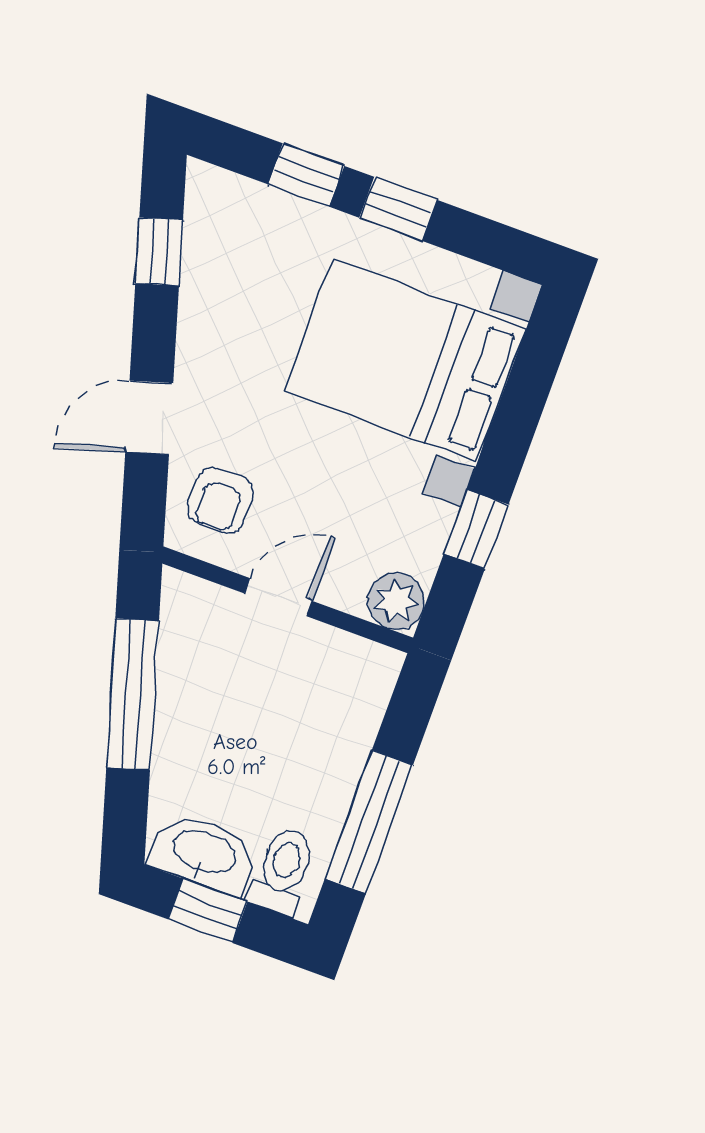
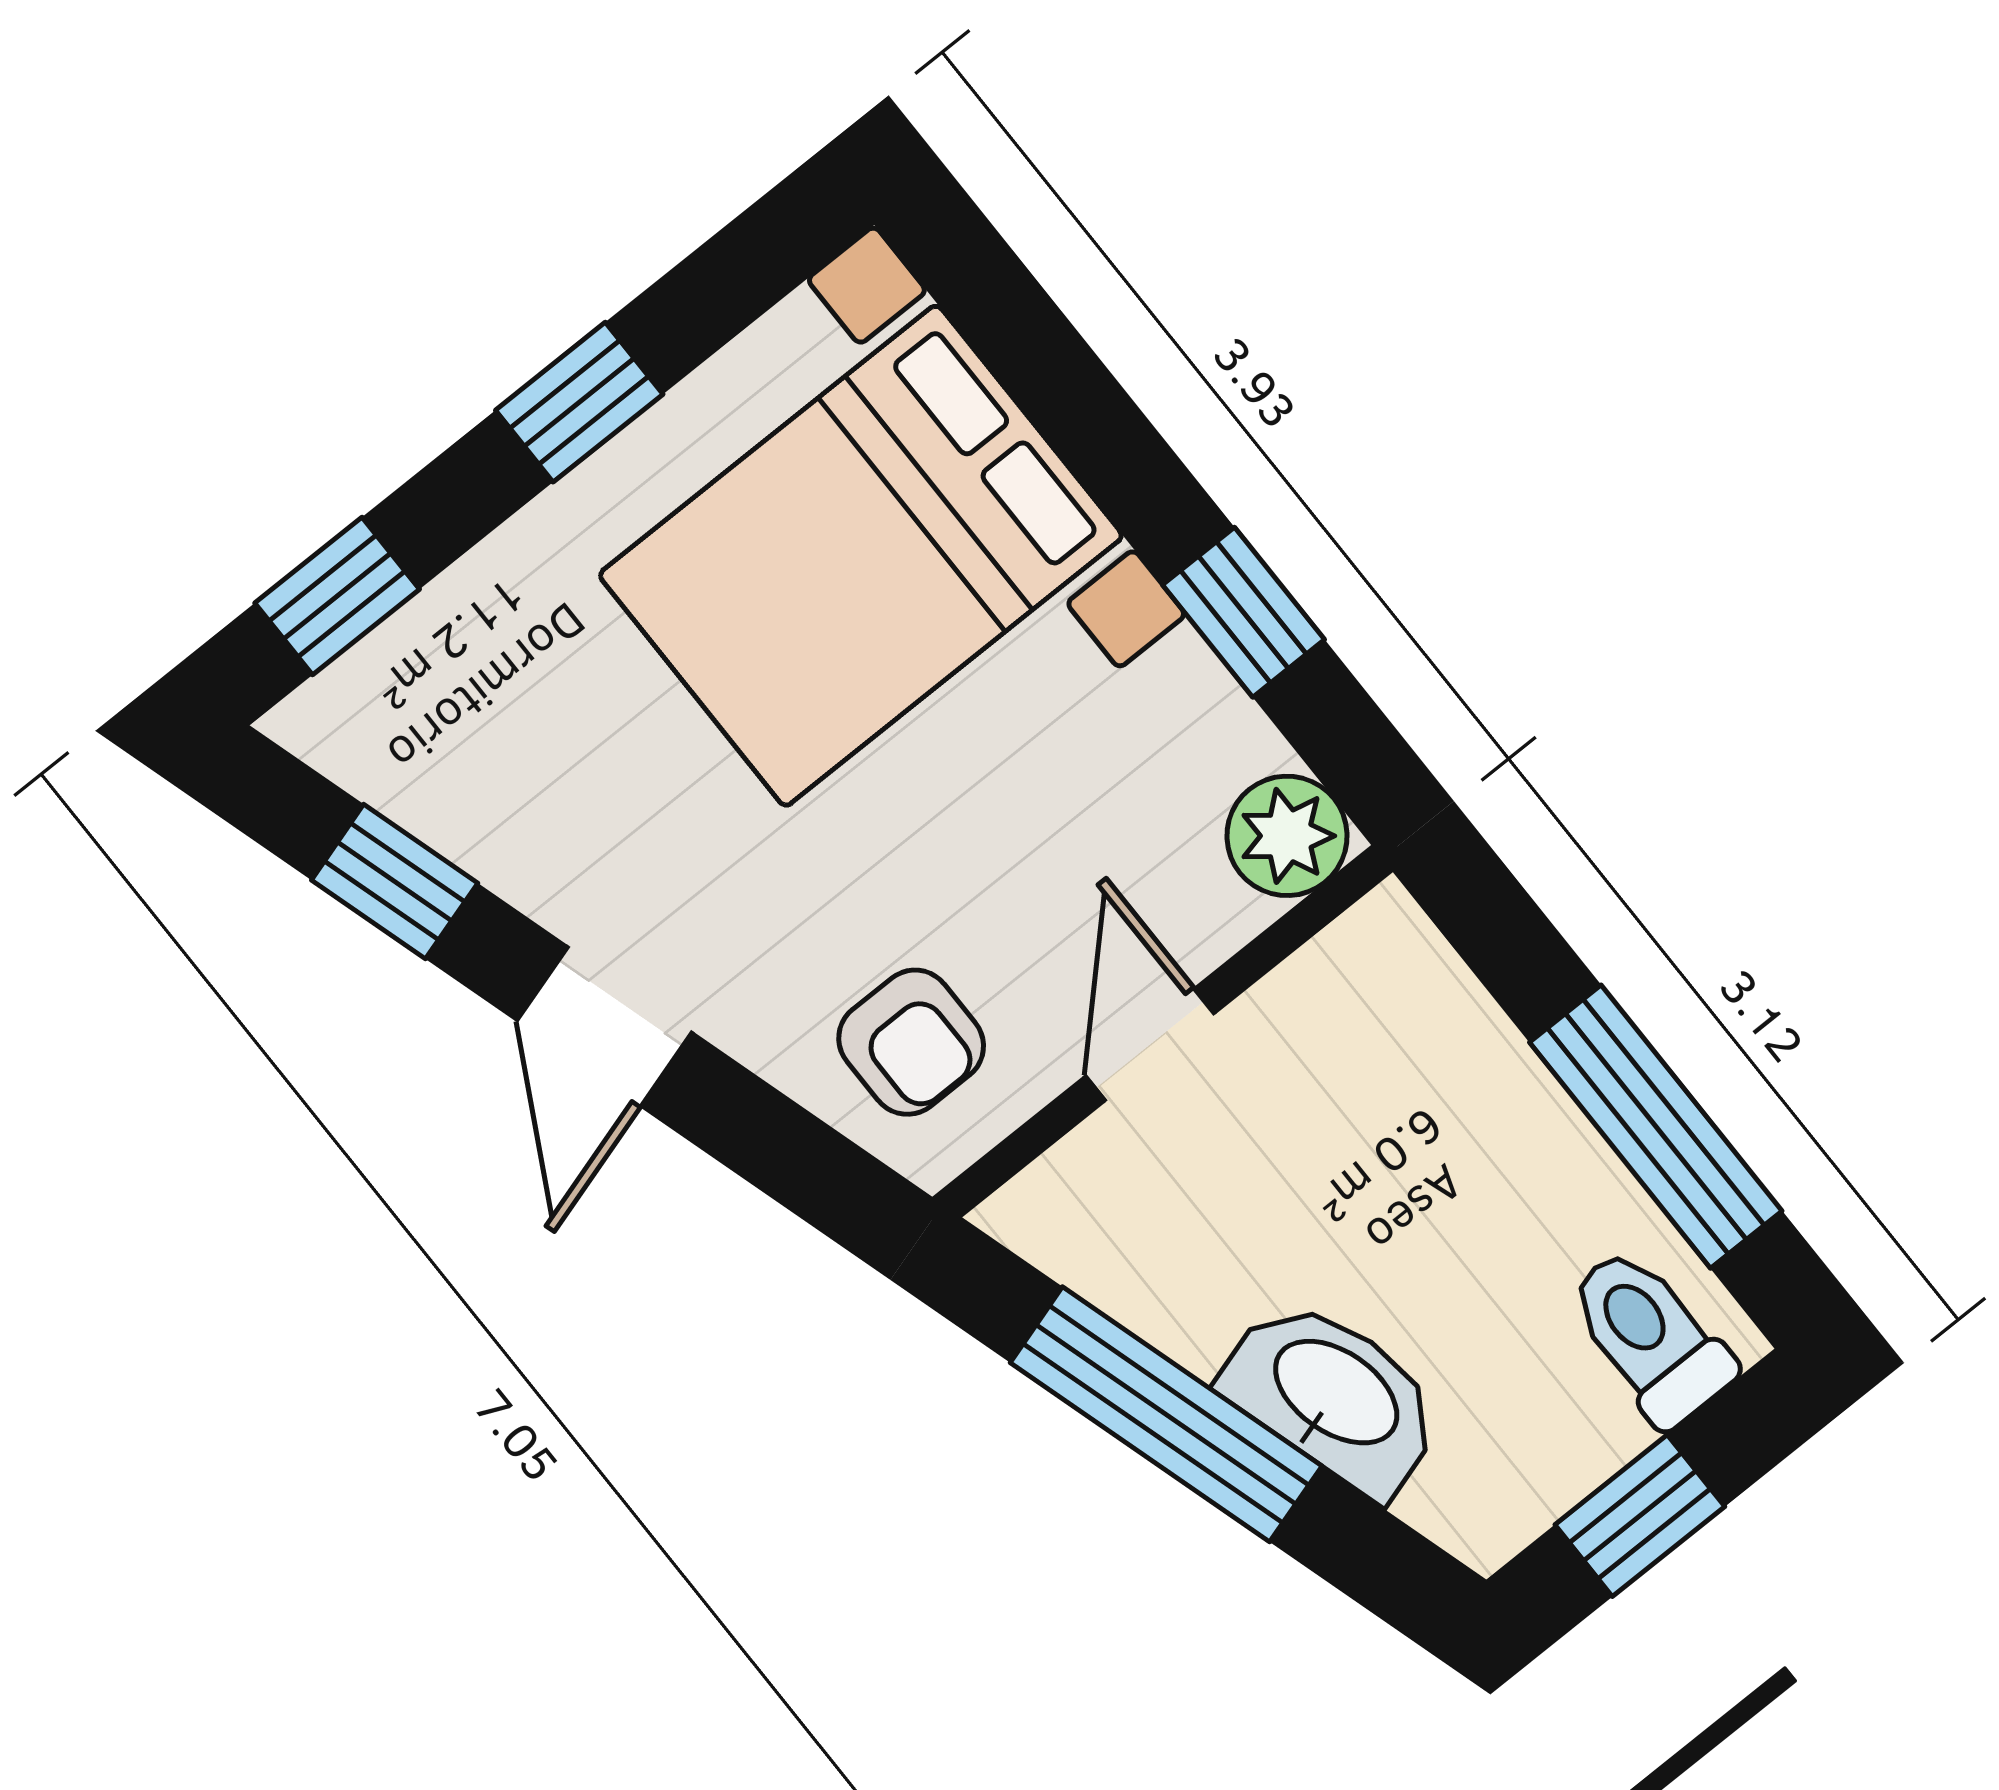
window: (306, 175) -> (337, 596), moved
door: (149, 418) -> (604, 1026), moved
washbasin: (204, 853) -> (1334, 1395), moved, turned 73

